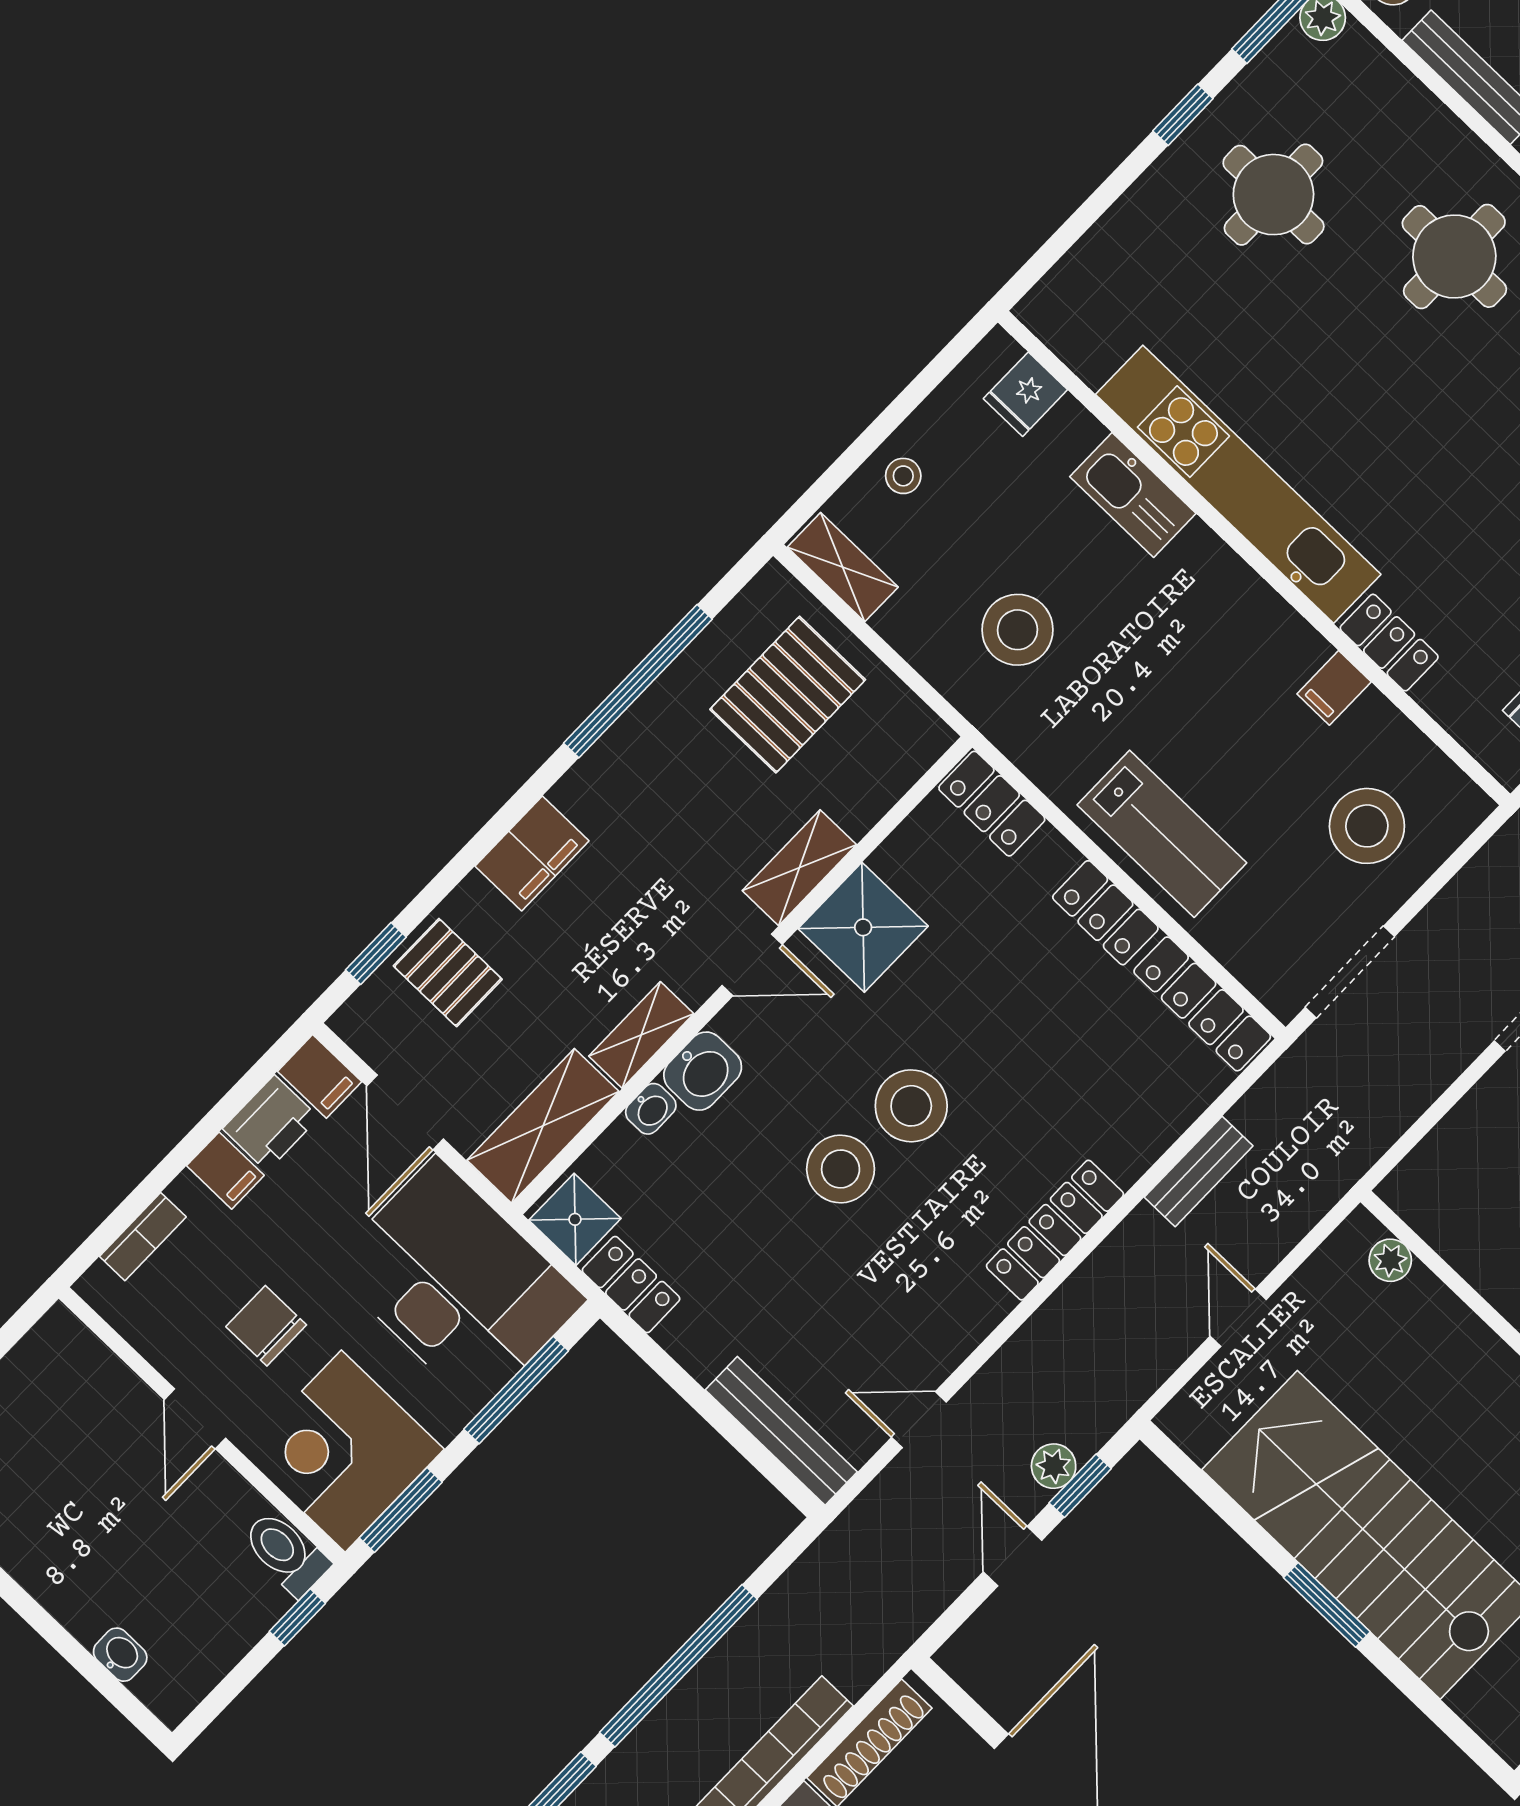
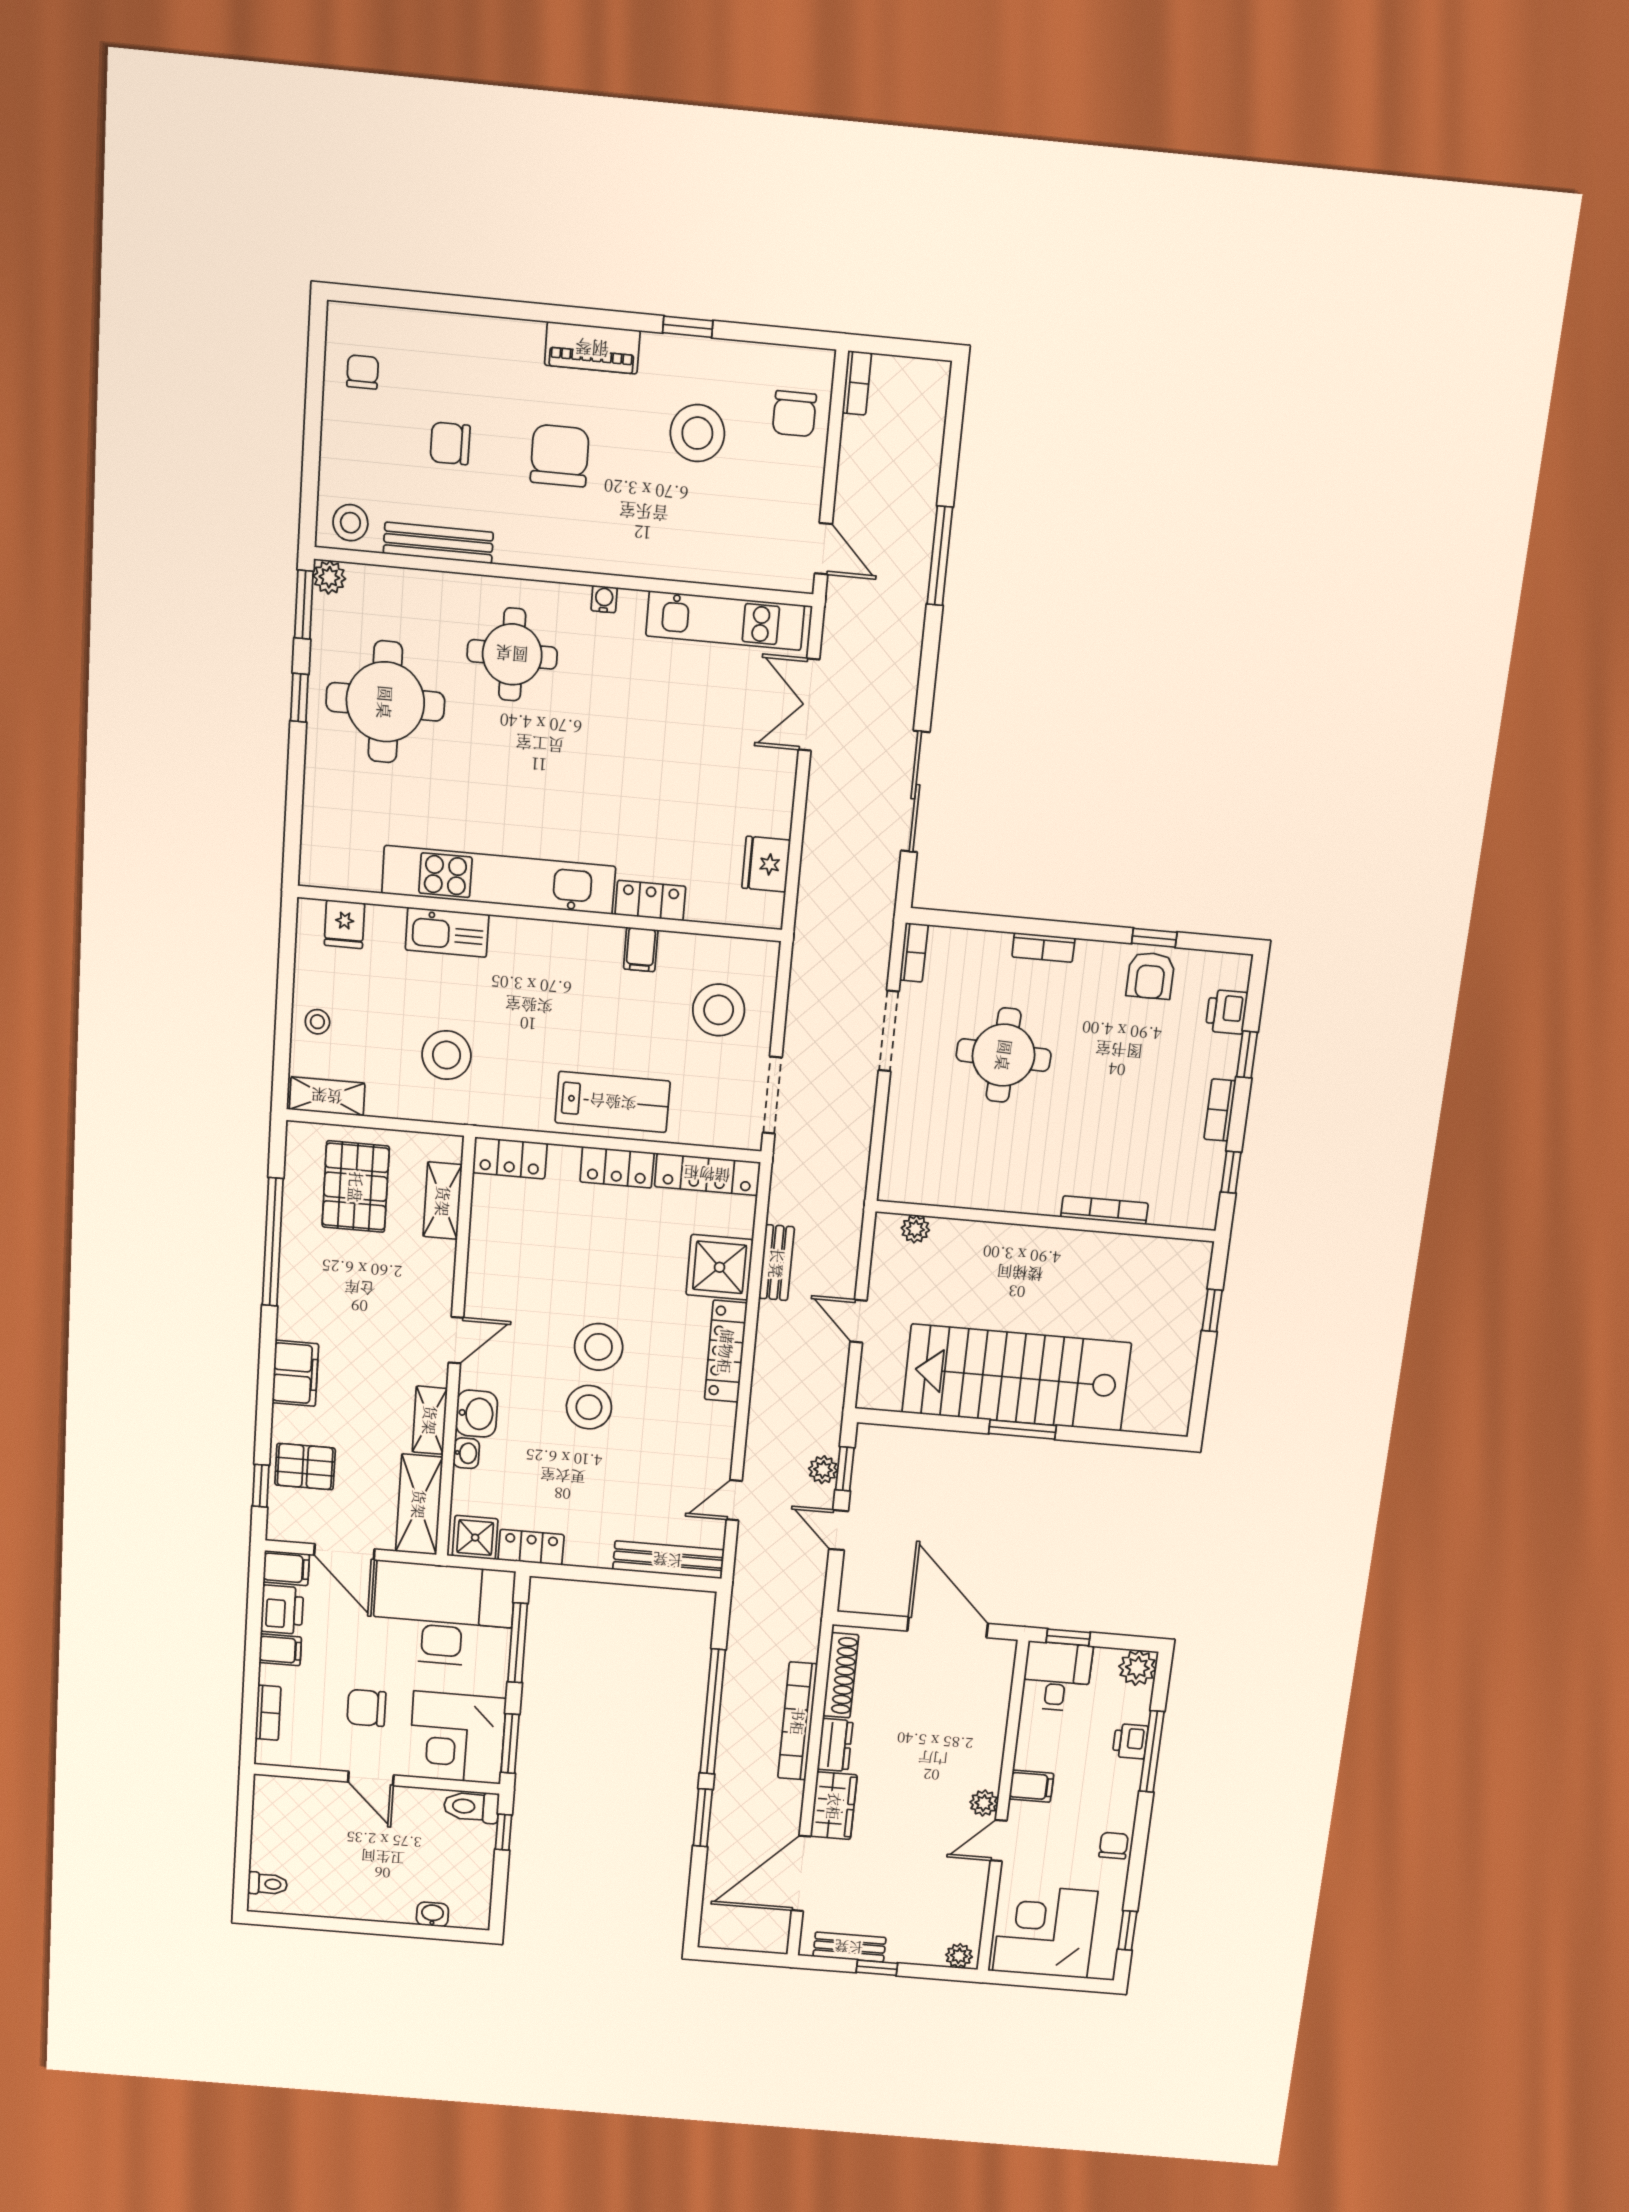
round table: (1273, 195) -> (385, 702), width x1.36, depth x1.36
shelving: (799, 868) -> (443, 1201), moved
shower: (863, 927) -> (720, 1267), moved

